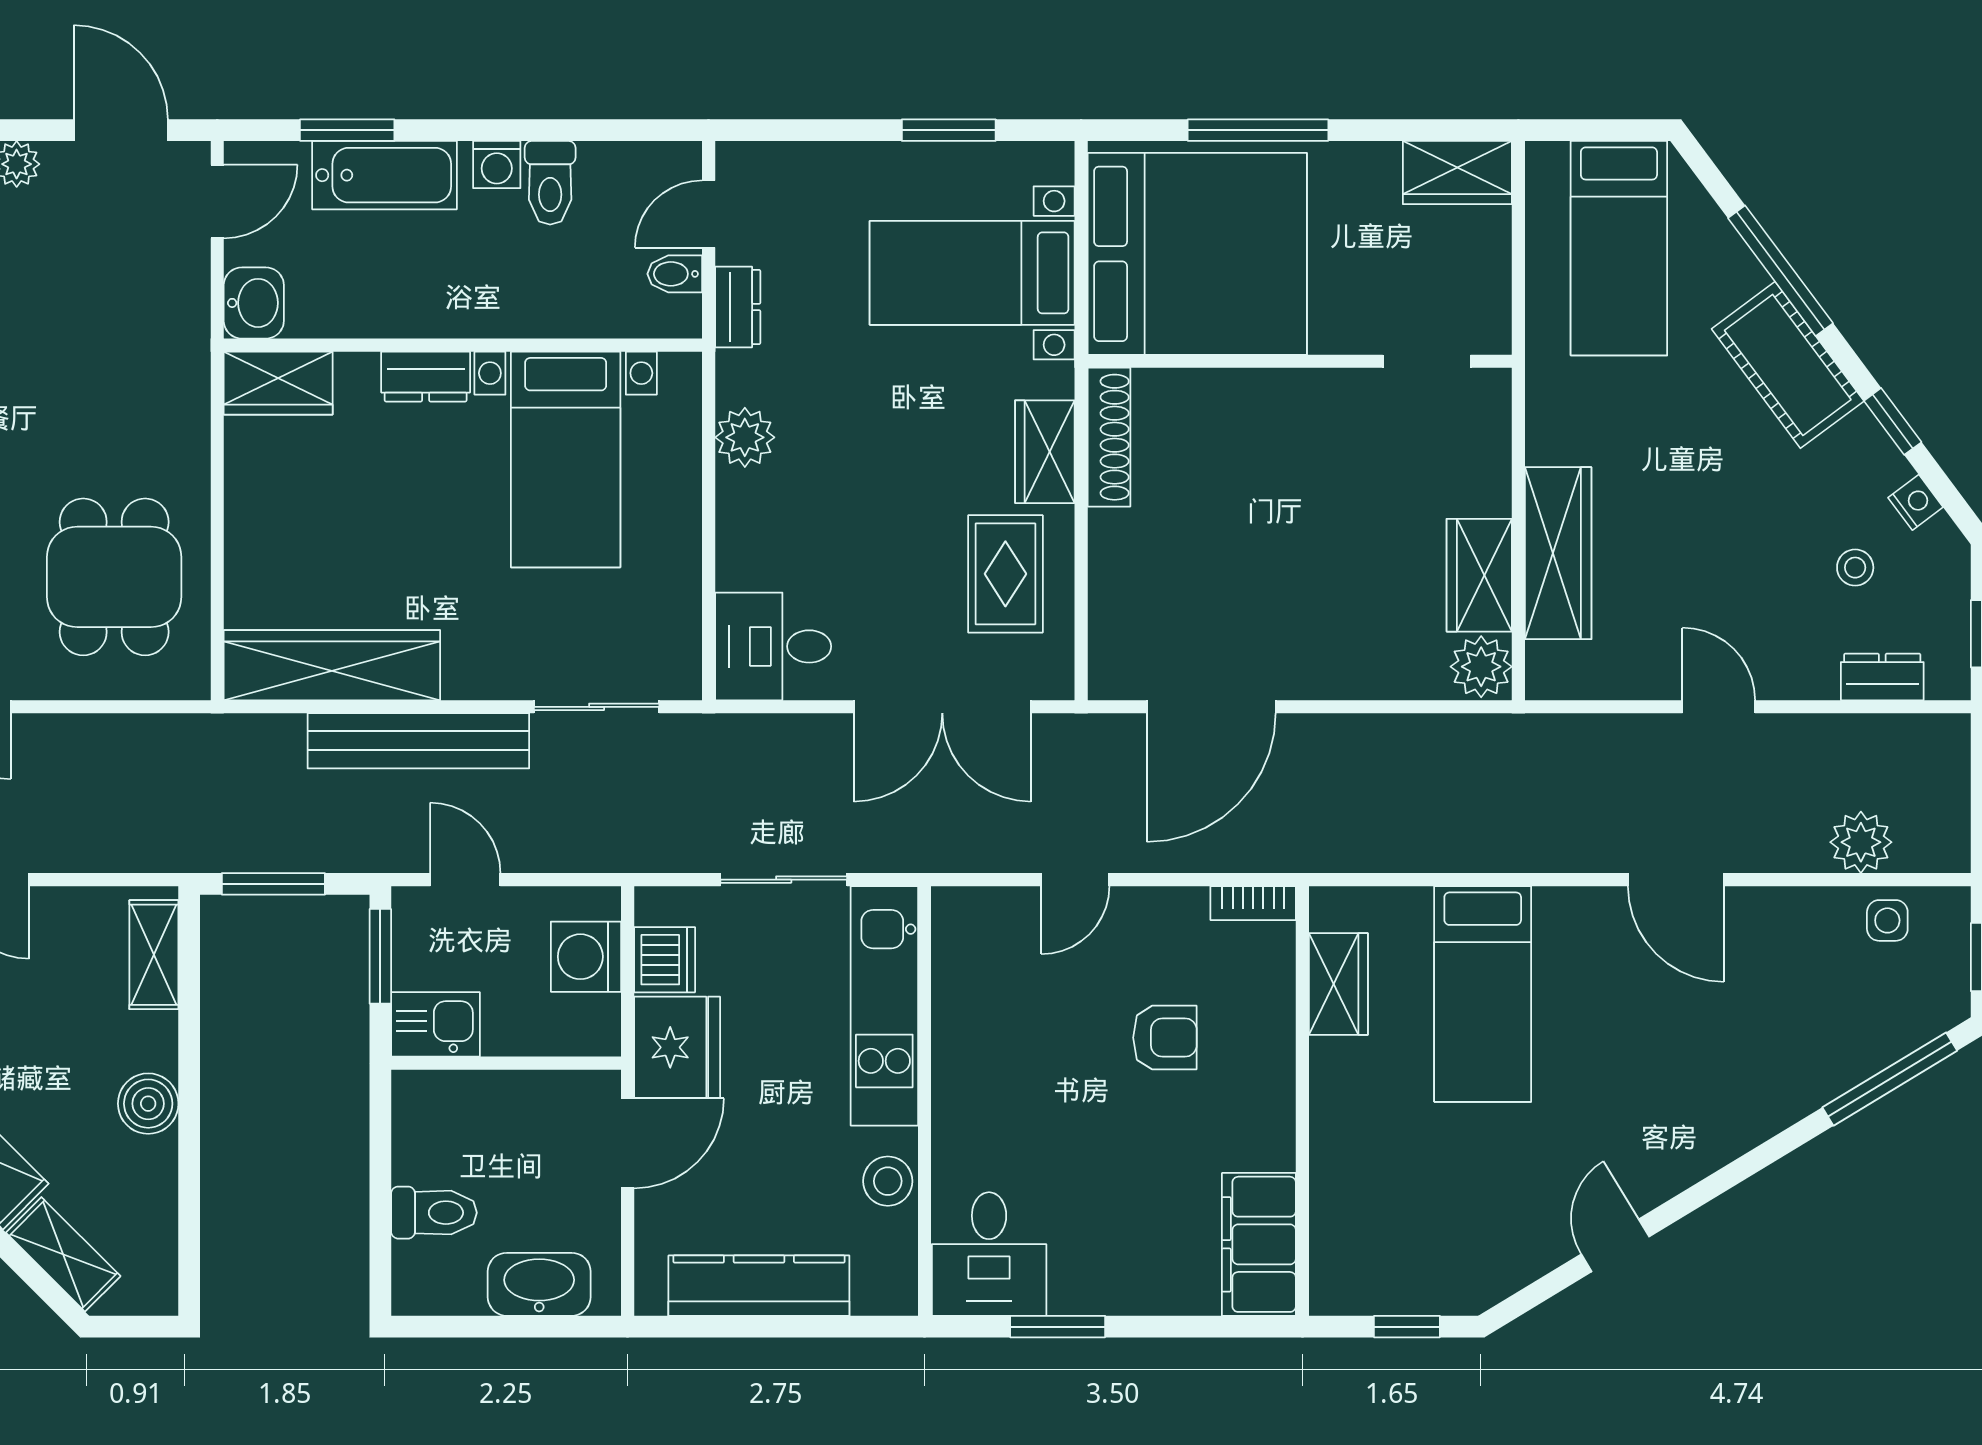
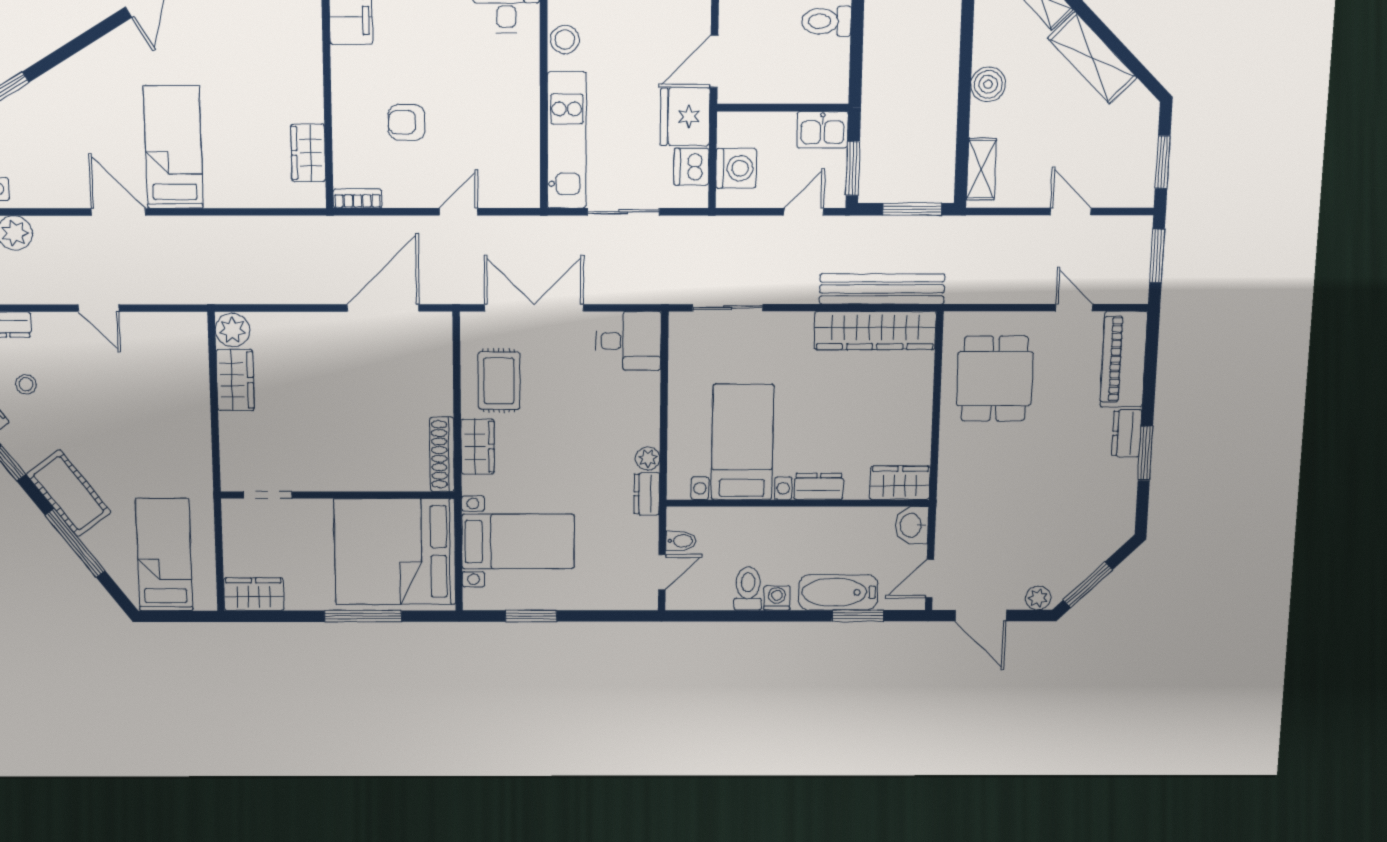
dresser: (738, 307) -> (647, 494), moved
plant: (745, 437) -> (648, 458), width x0.73, depth x0.73
wardrobe: (1558, 553) -> (192, 392), removed
bench: (418, 741) -> (882, 289), moved
door: (465, 880) -> (804, 212), swing flipped
bed: (1483, 994) -> (173, 147), moved

